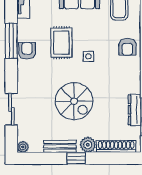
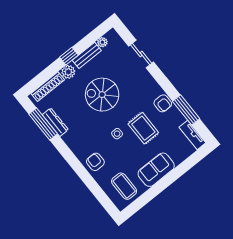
window: (11, 41) -> (186, 110), moved
plant: (23, 147) -> (102, 42), moved

